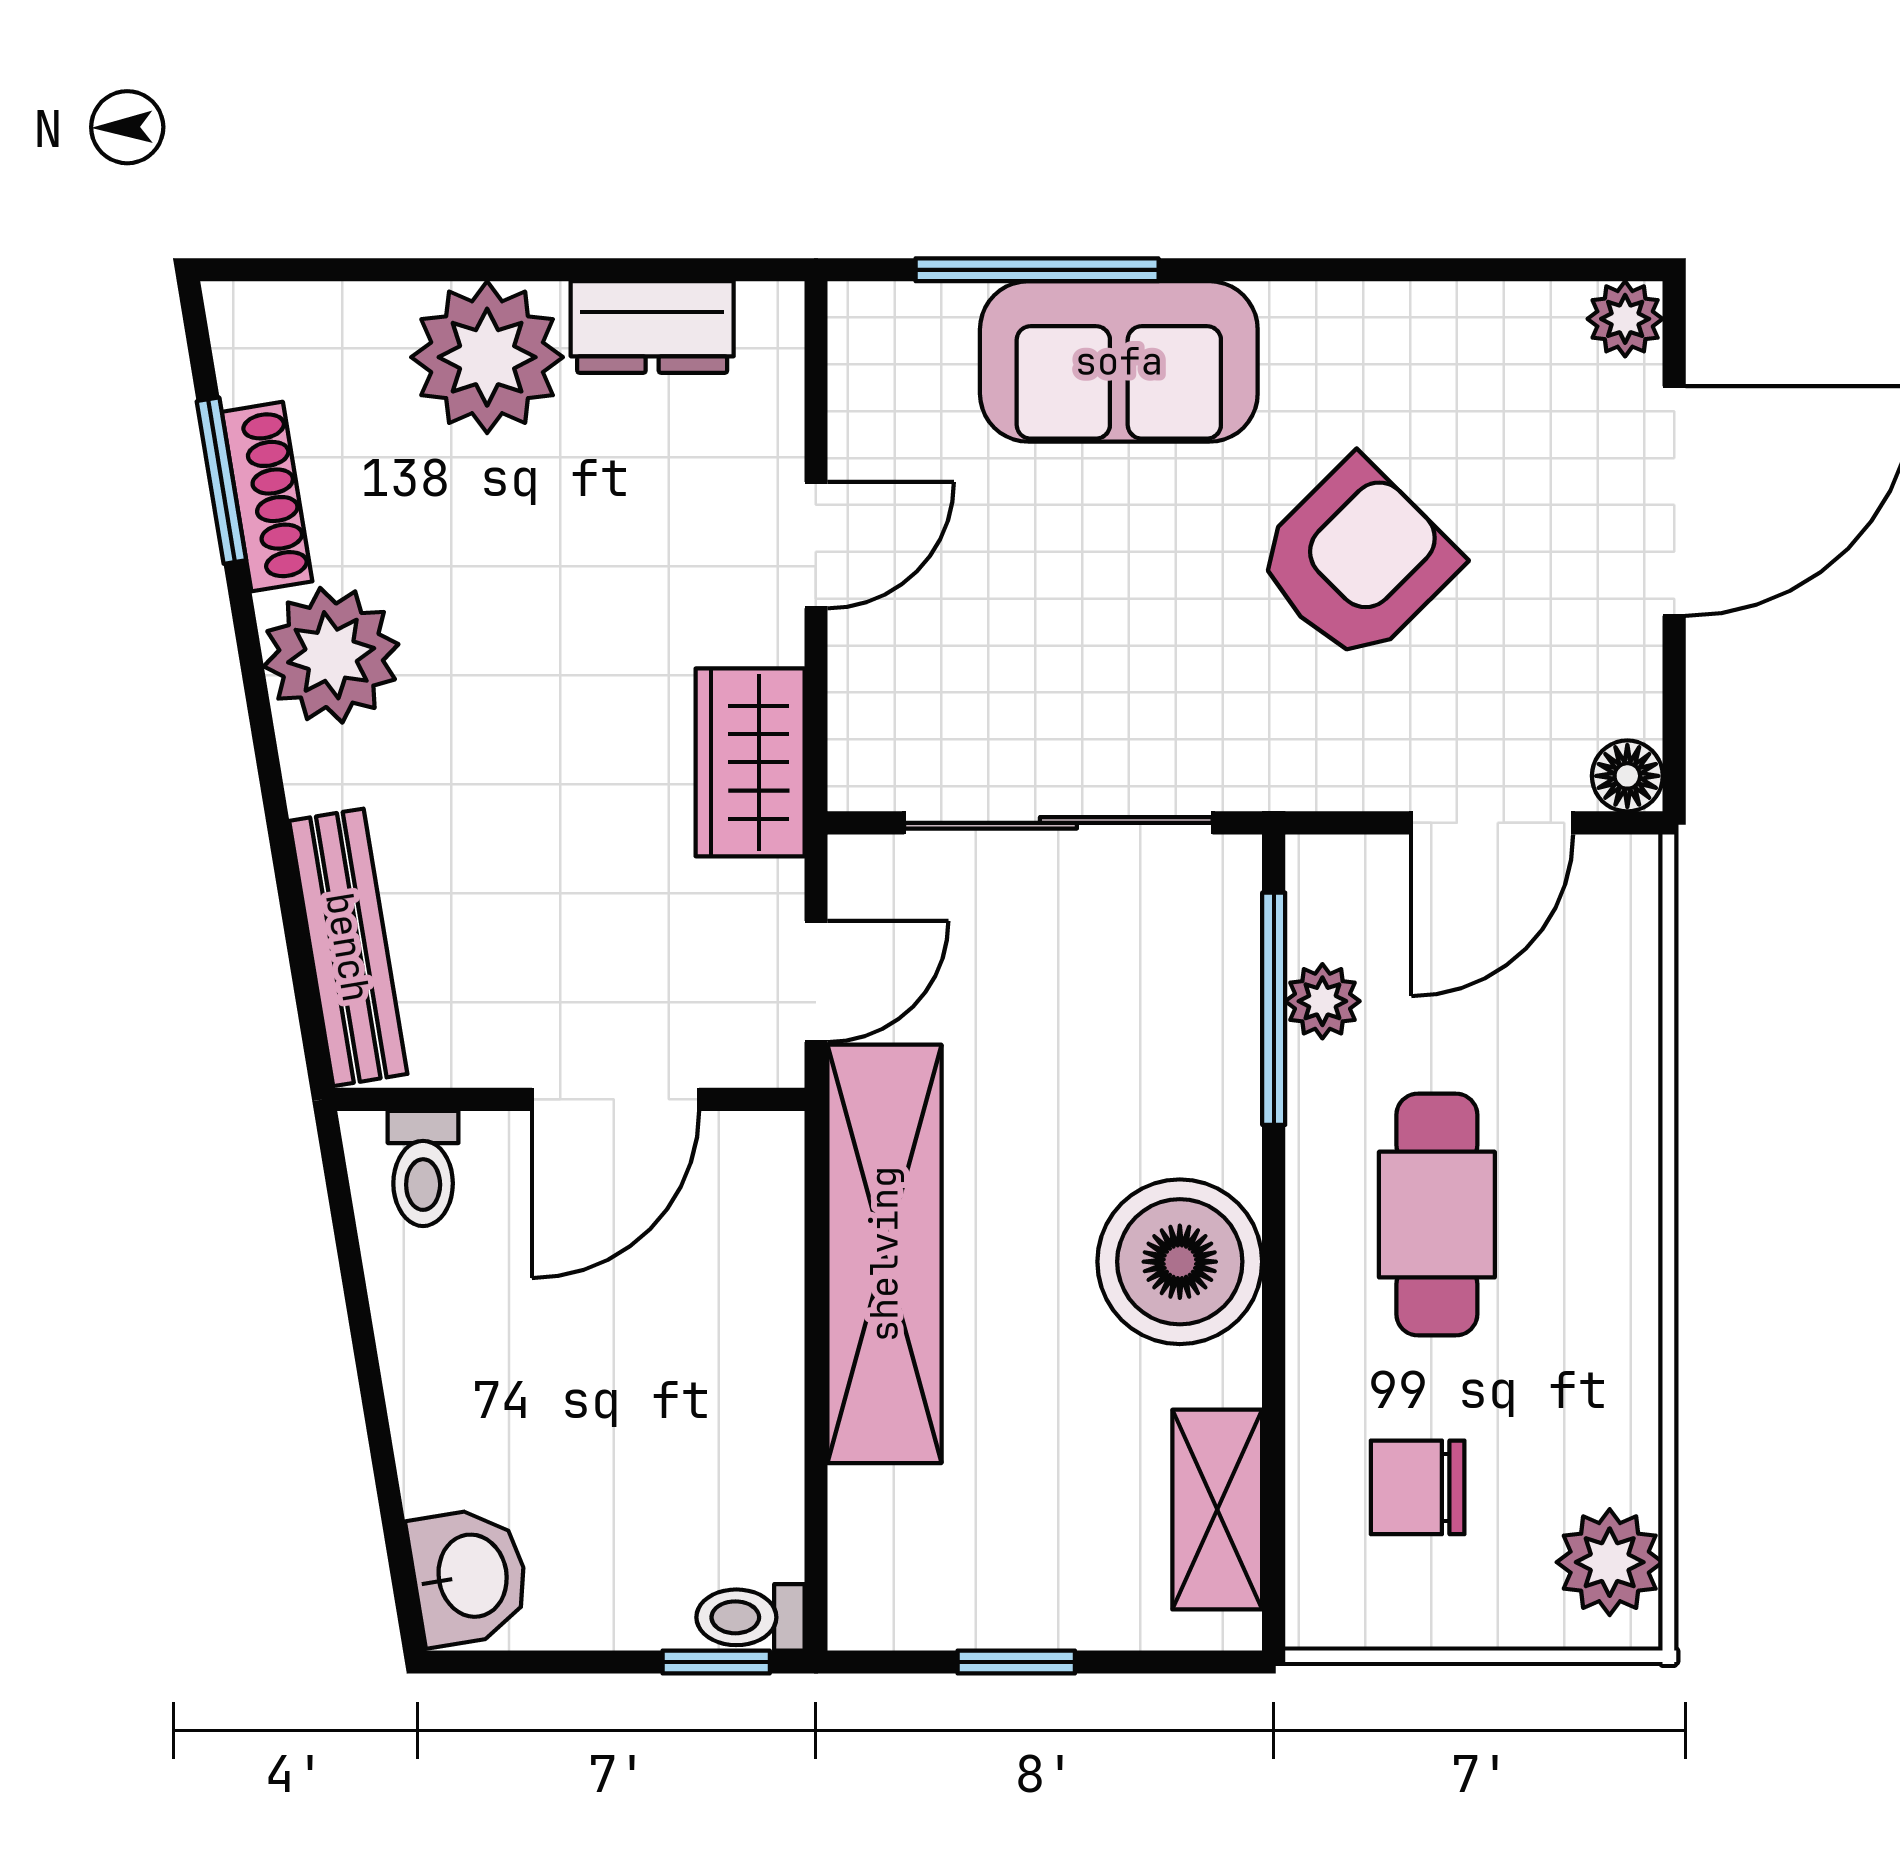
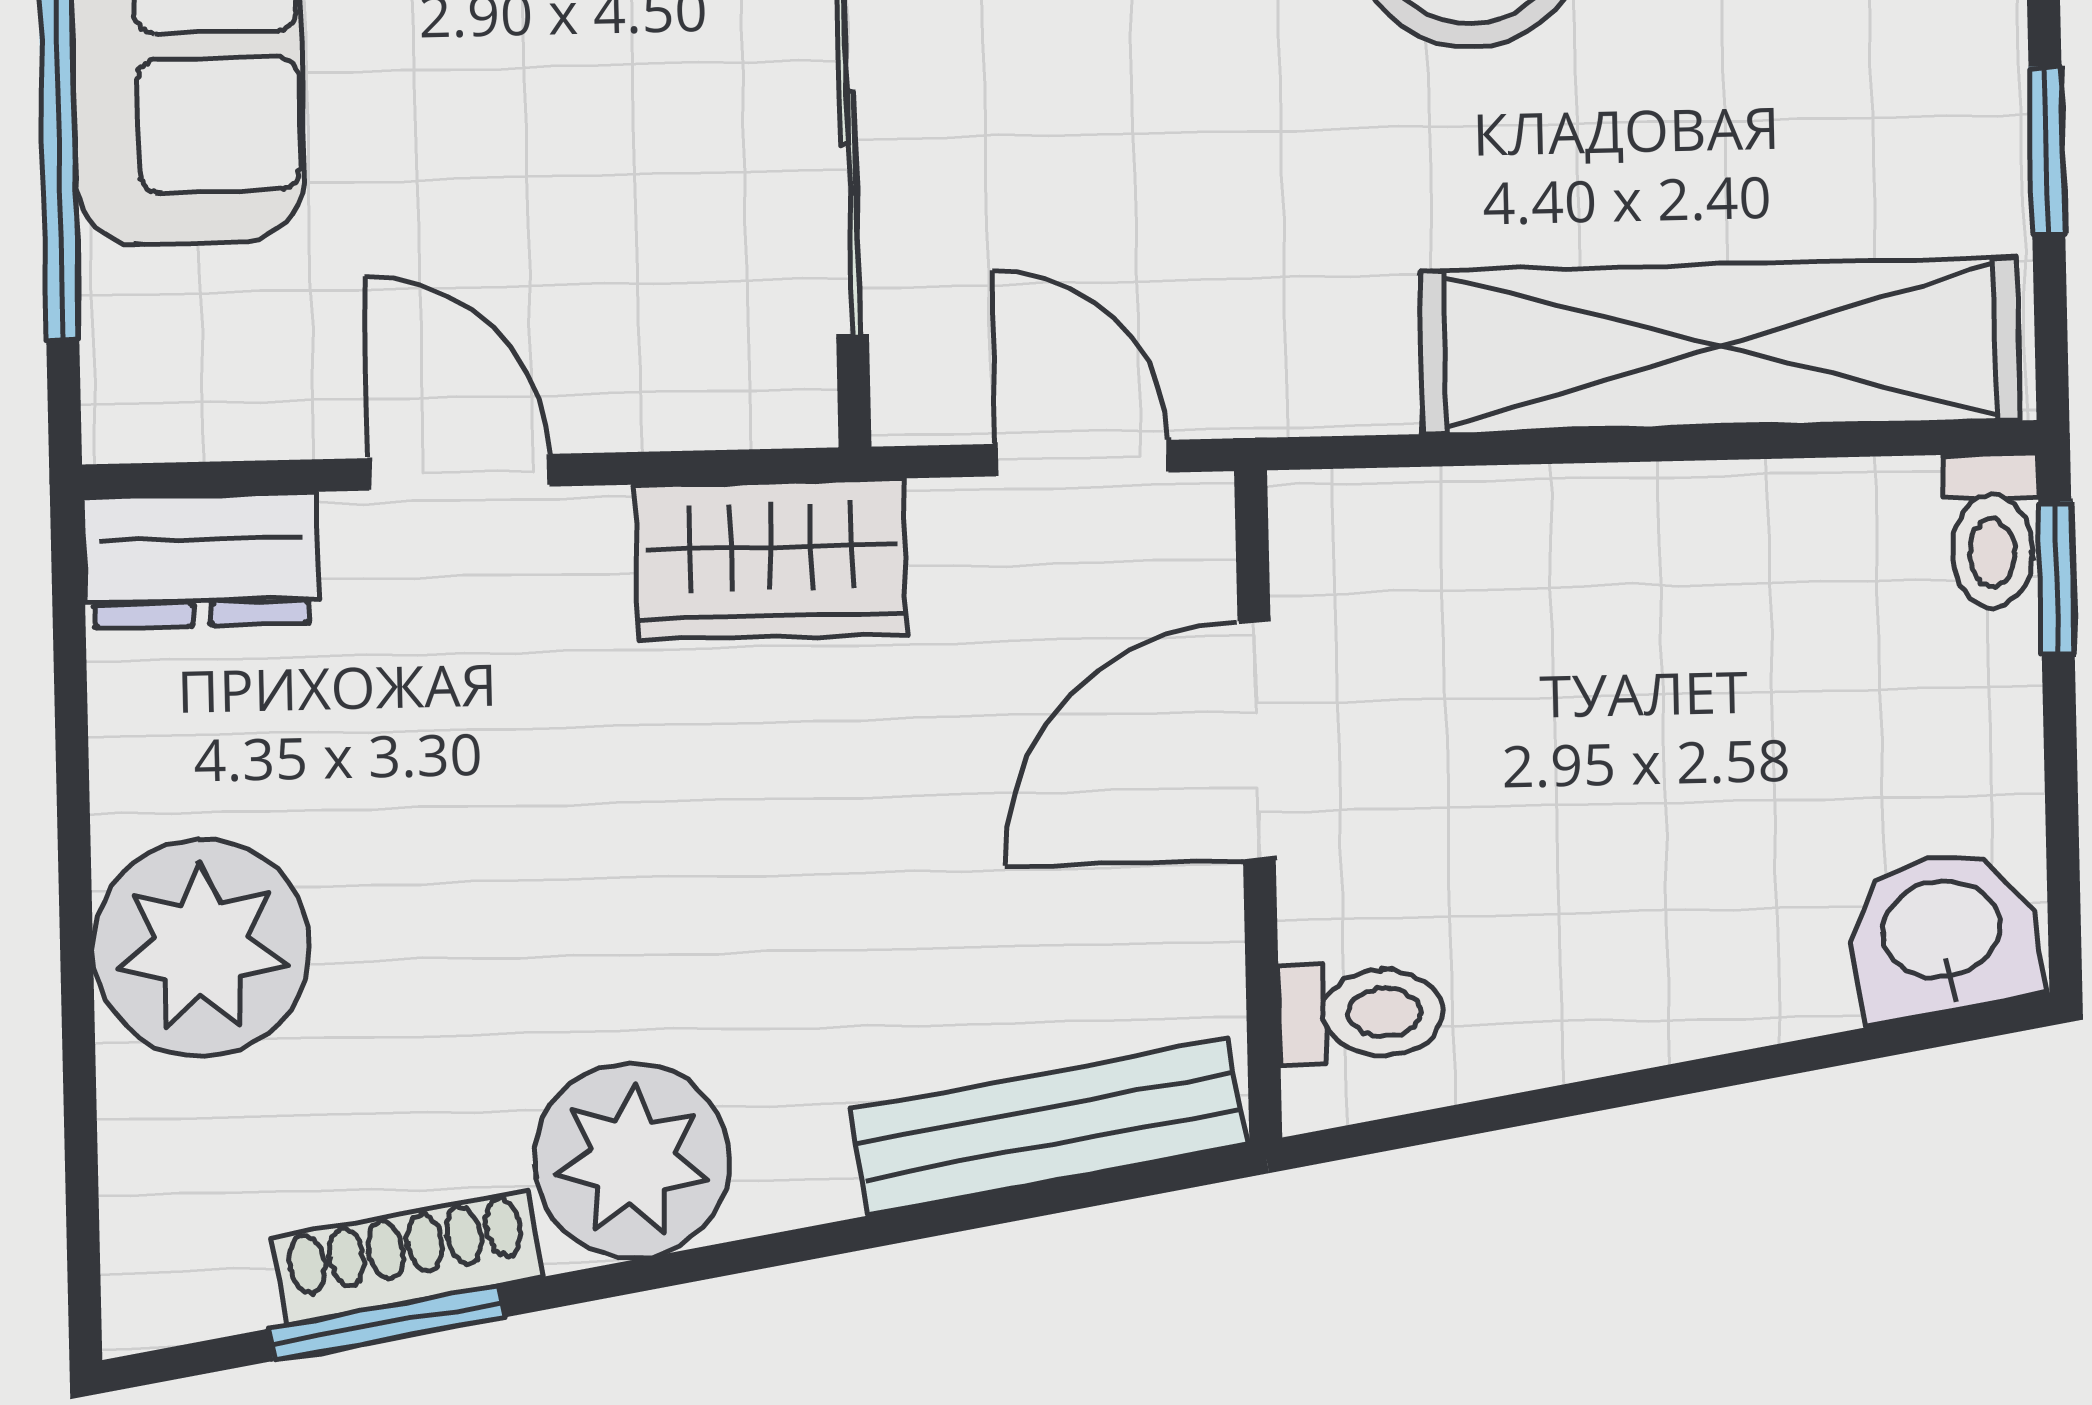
dresser: (652, 327) -> (200, 560), moved, turned 90
door: (616, 1099) -> (1257, 740), swing flipped
shelving: (884, 1254) -> (1720, 346), moved

